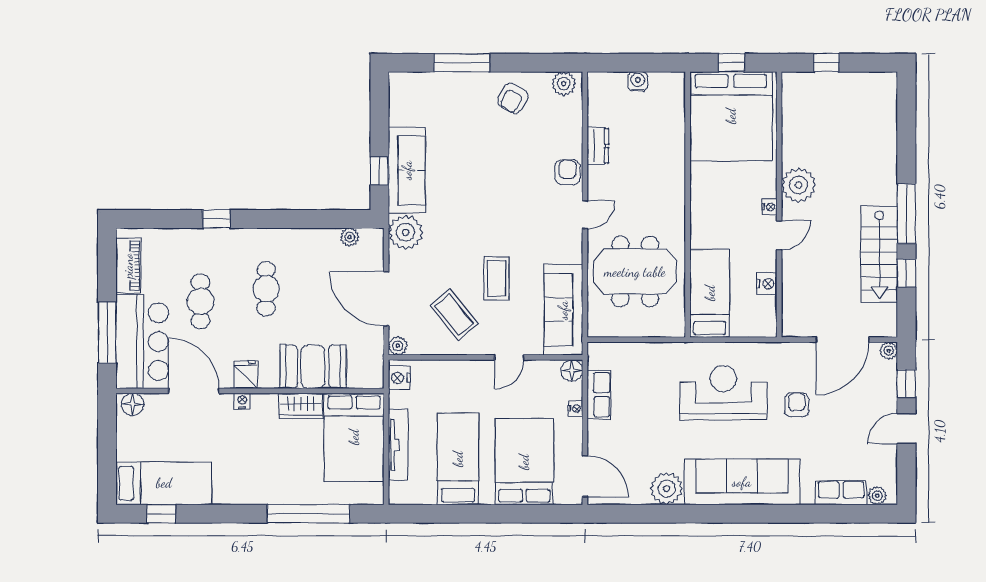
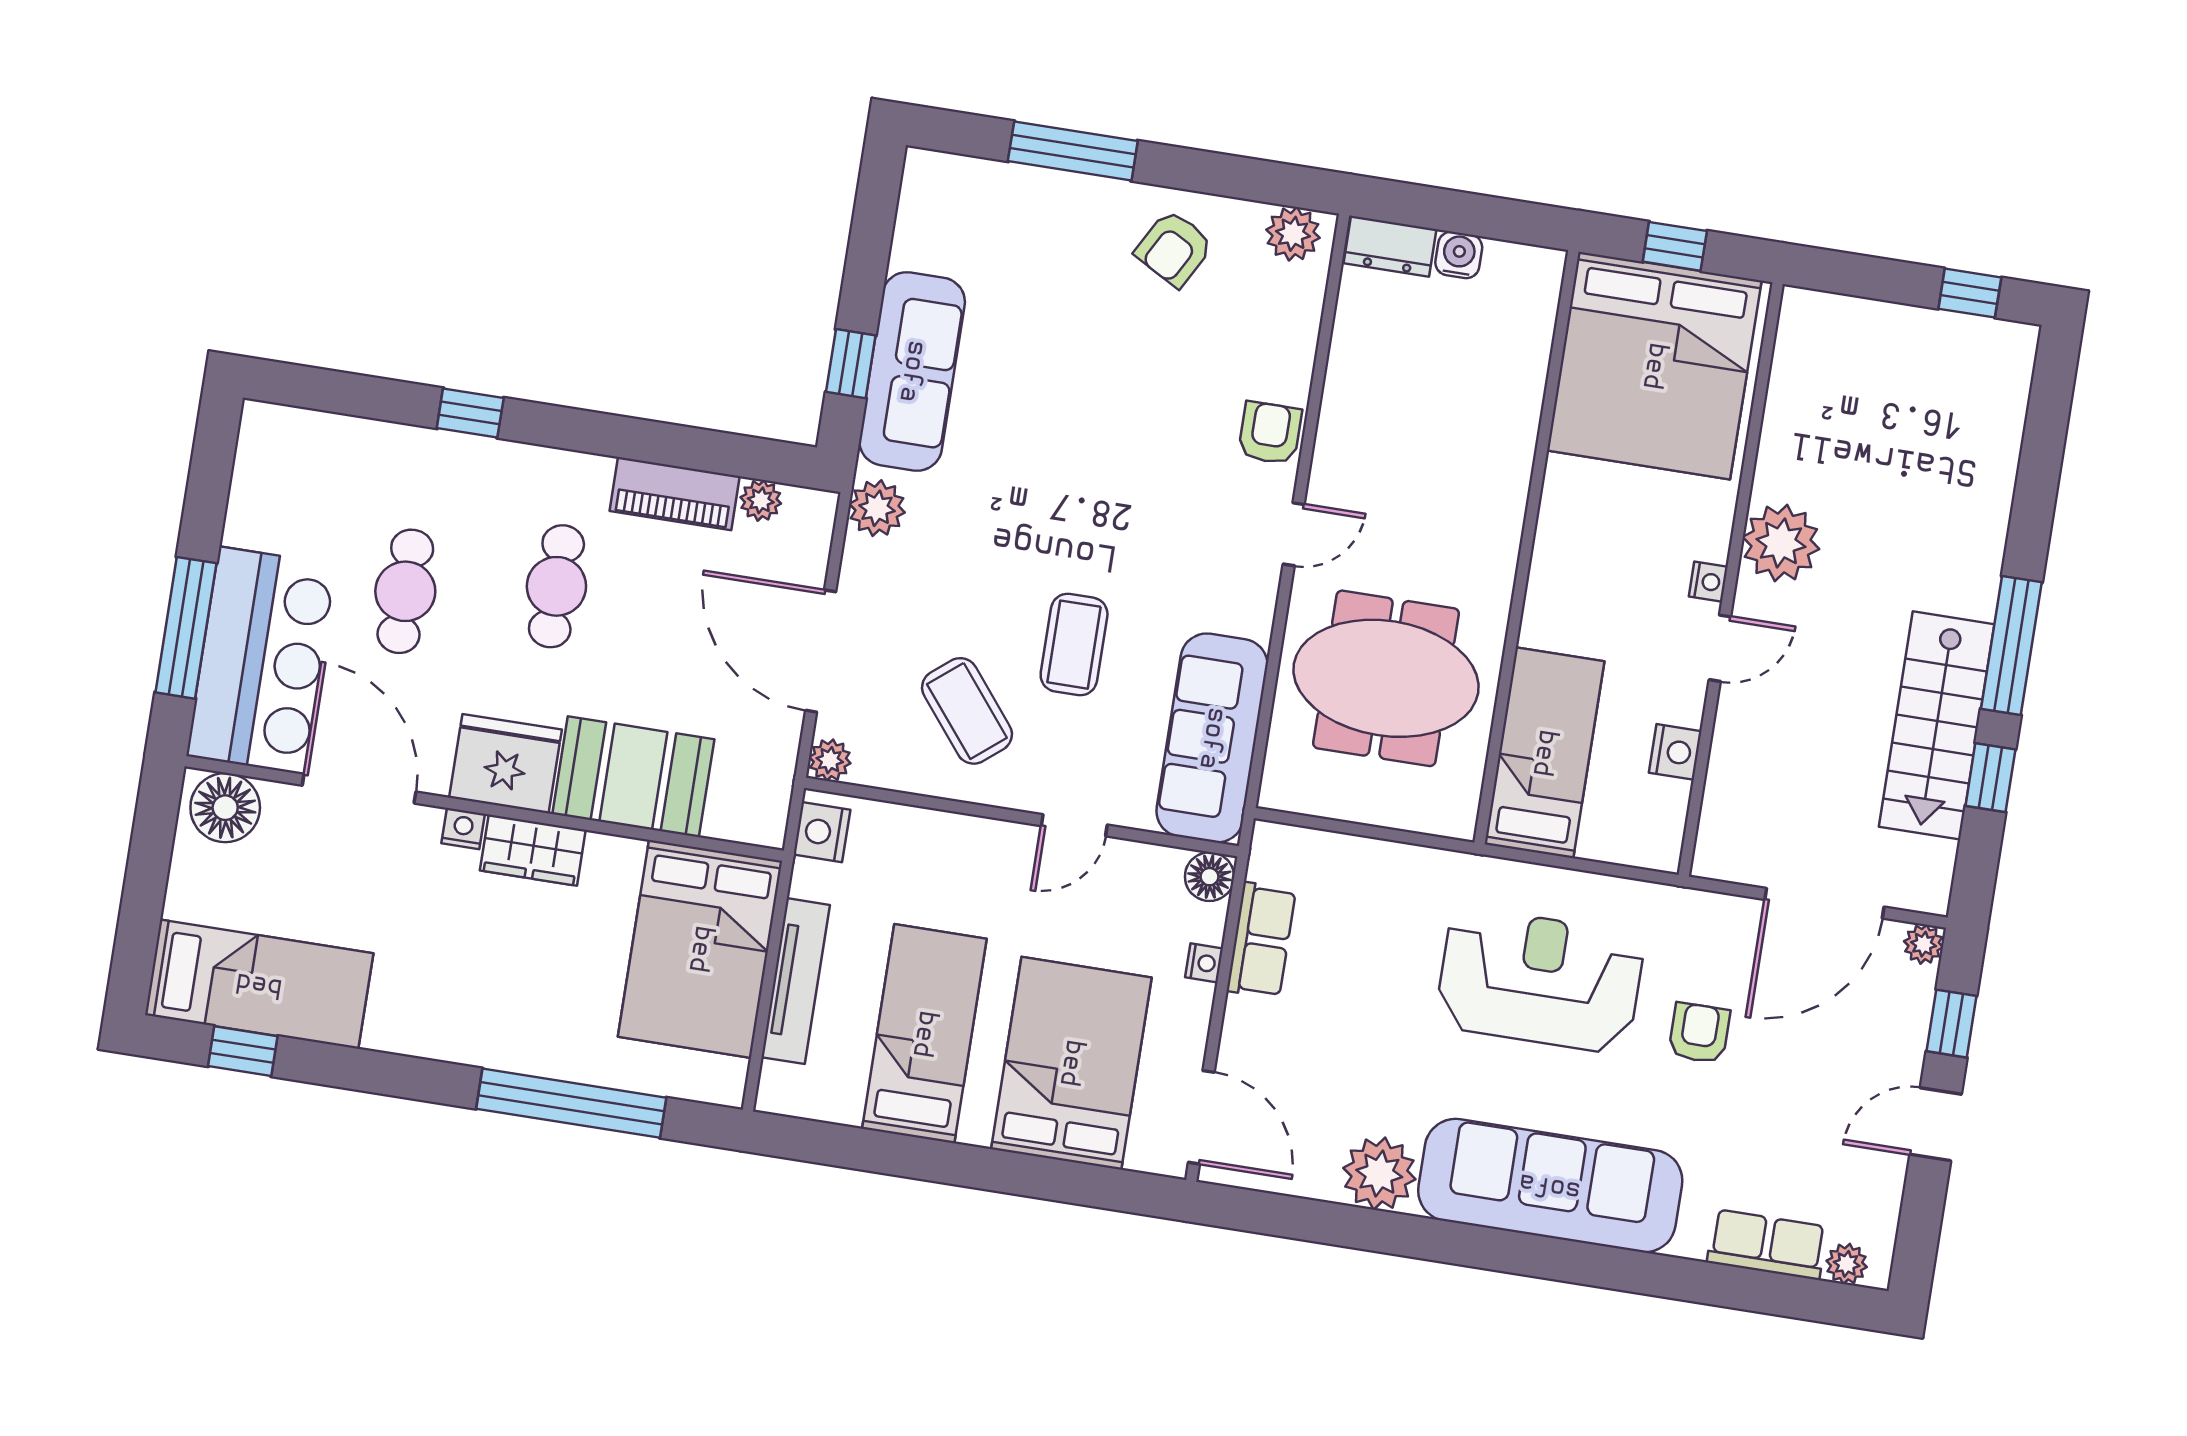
window: (826, 63) -> (1970, 293), moved
dresser: (598, 146) -> (1390, 246), moved, turned 90
plant: (405, 232) -> (877, 508), width x0.73, depth x0.73
piano: (128, 266) -> (675, 494), moved, turned 90
fridge: (246, 375) -> (505, 764), width x1.88, depth x1.34
floor lamp: (132, 404) -> (225, 808), width x1.38, depth x1.38
wardrobe: (301, 406) -> (533, 850), moved

